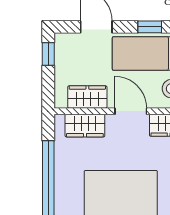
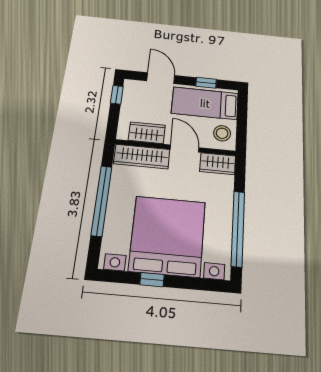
wardrobe: (85, 126) -> (142, 157), width x1.50

